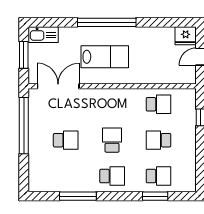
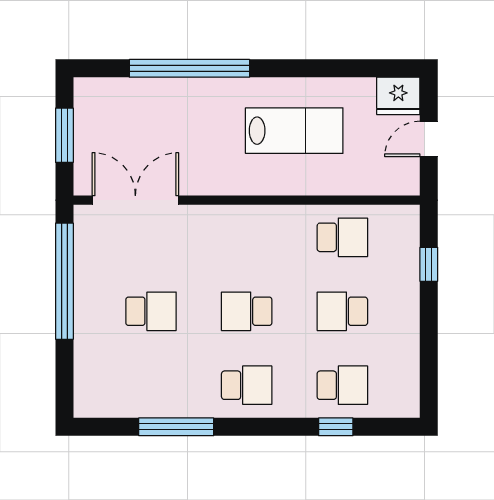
window: (107, 22) -> (189, 68), moved
kitchen sink: (43, 35) -> (104, 94), removed
lab bench: (105, 57) -> (294, 131), moved
school desk: (112, 140) -> (247, 311), turned -90
window: (155, 196) -> (336, 427), width x0.67

